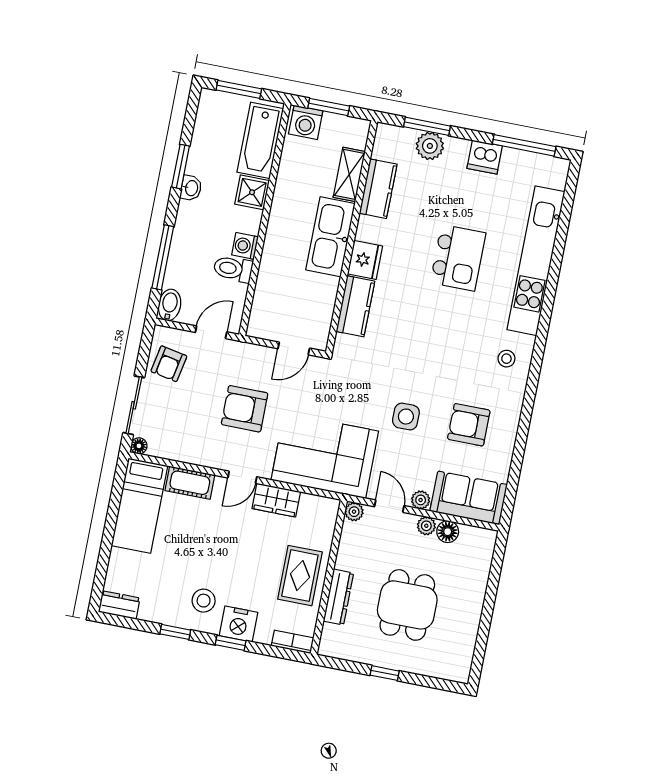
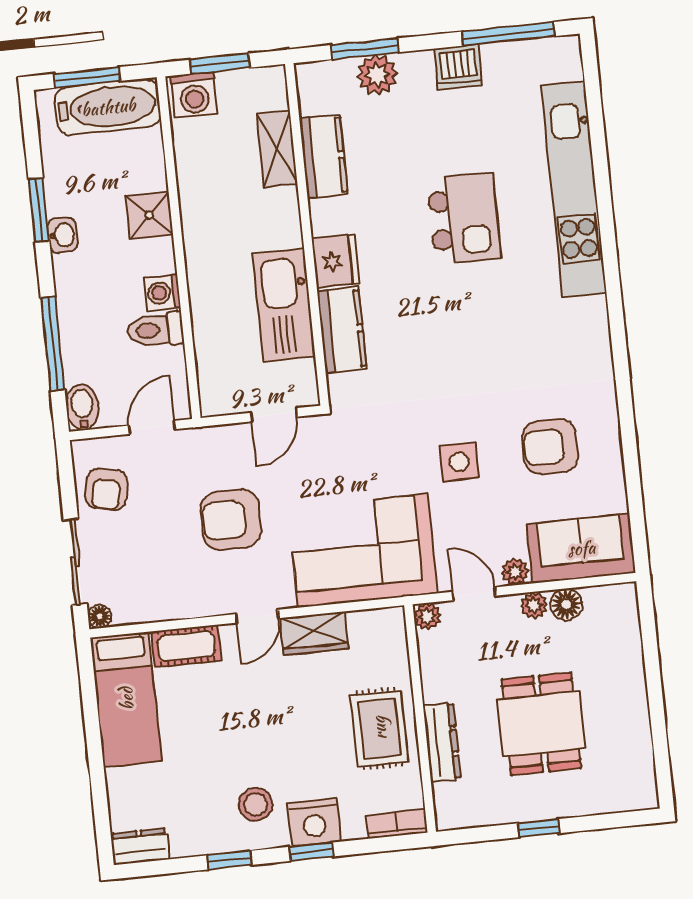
bathtub: (260, 140) -> (108, 107), moved, turned -90
kitchen sink: (330, 237) -> (284, 305), moved
stool: (506, 359) -> (574, 338), removed

